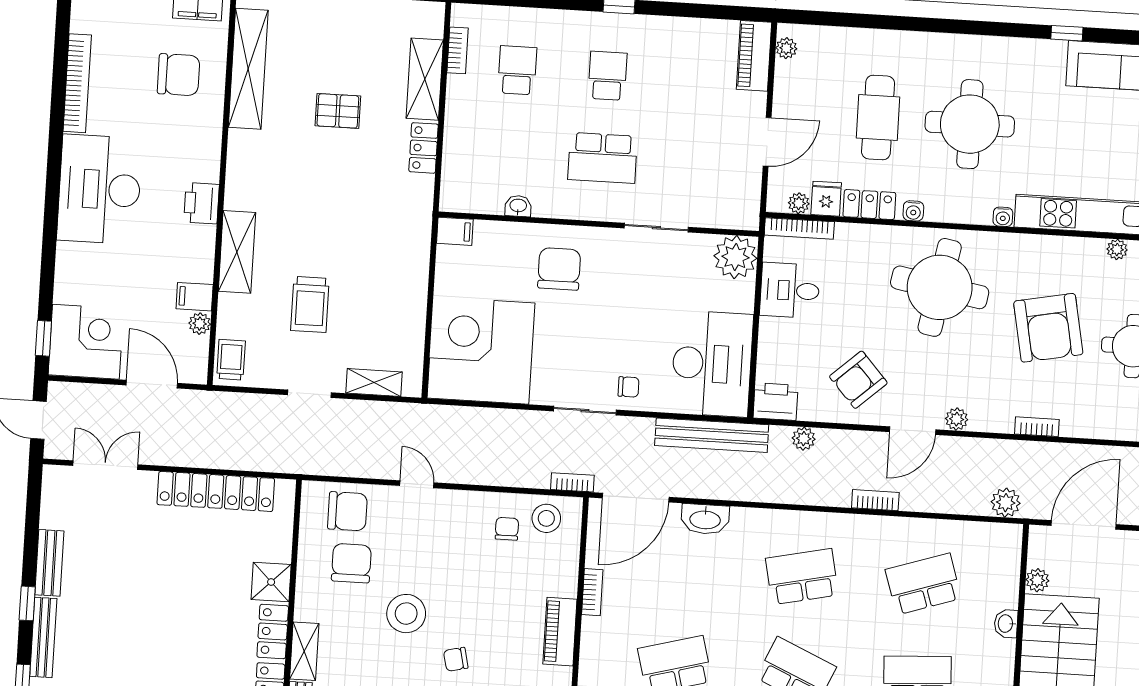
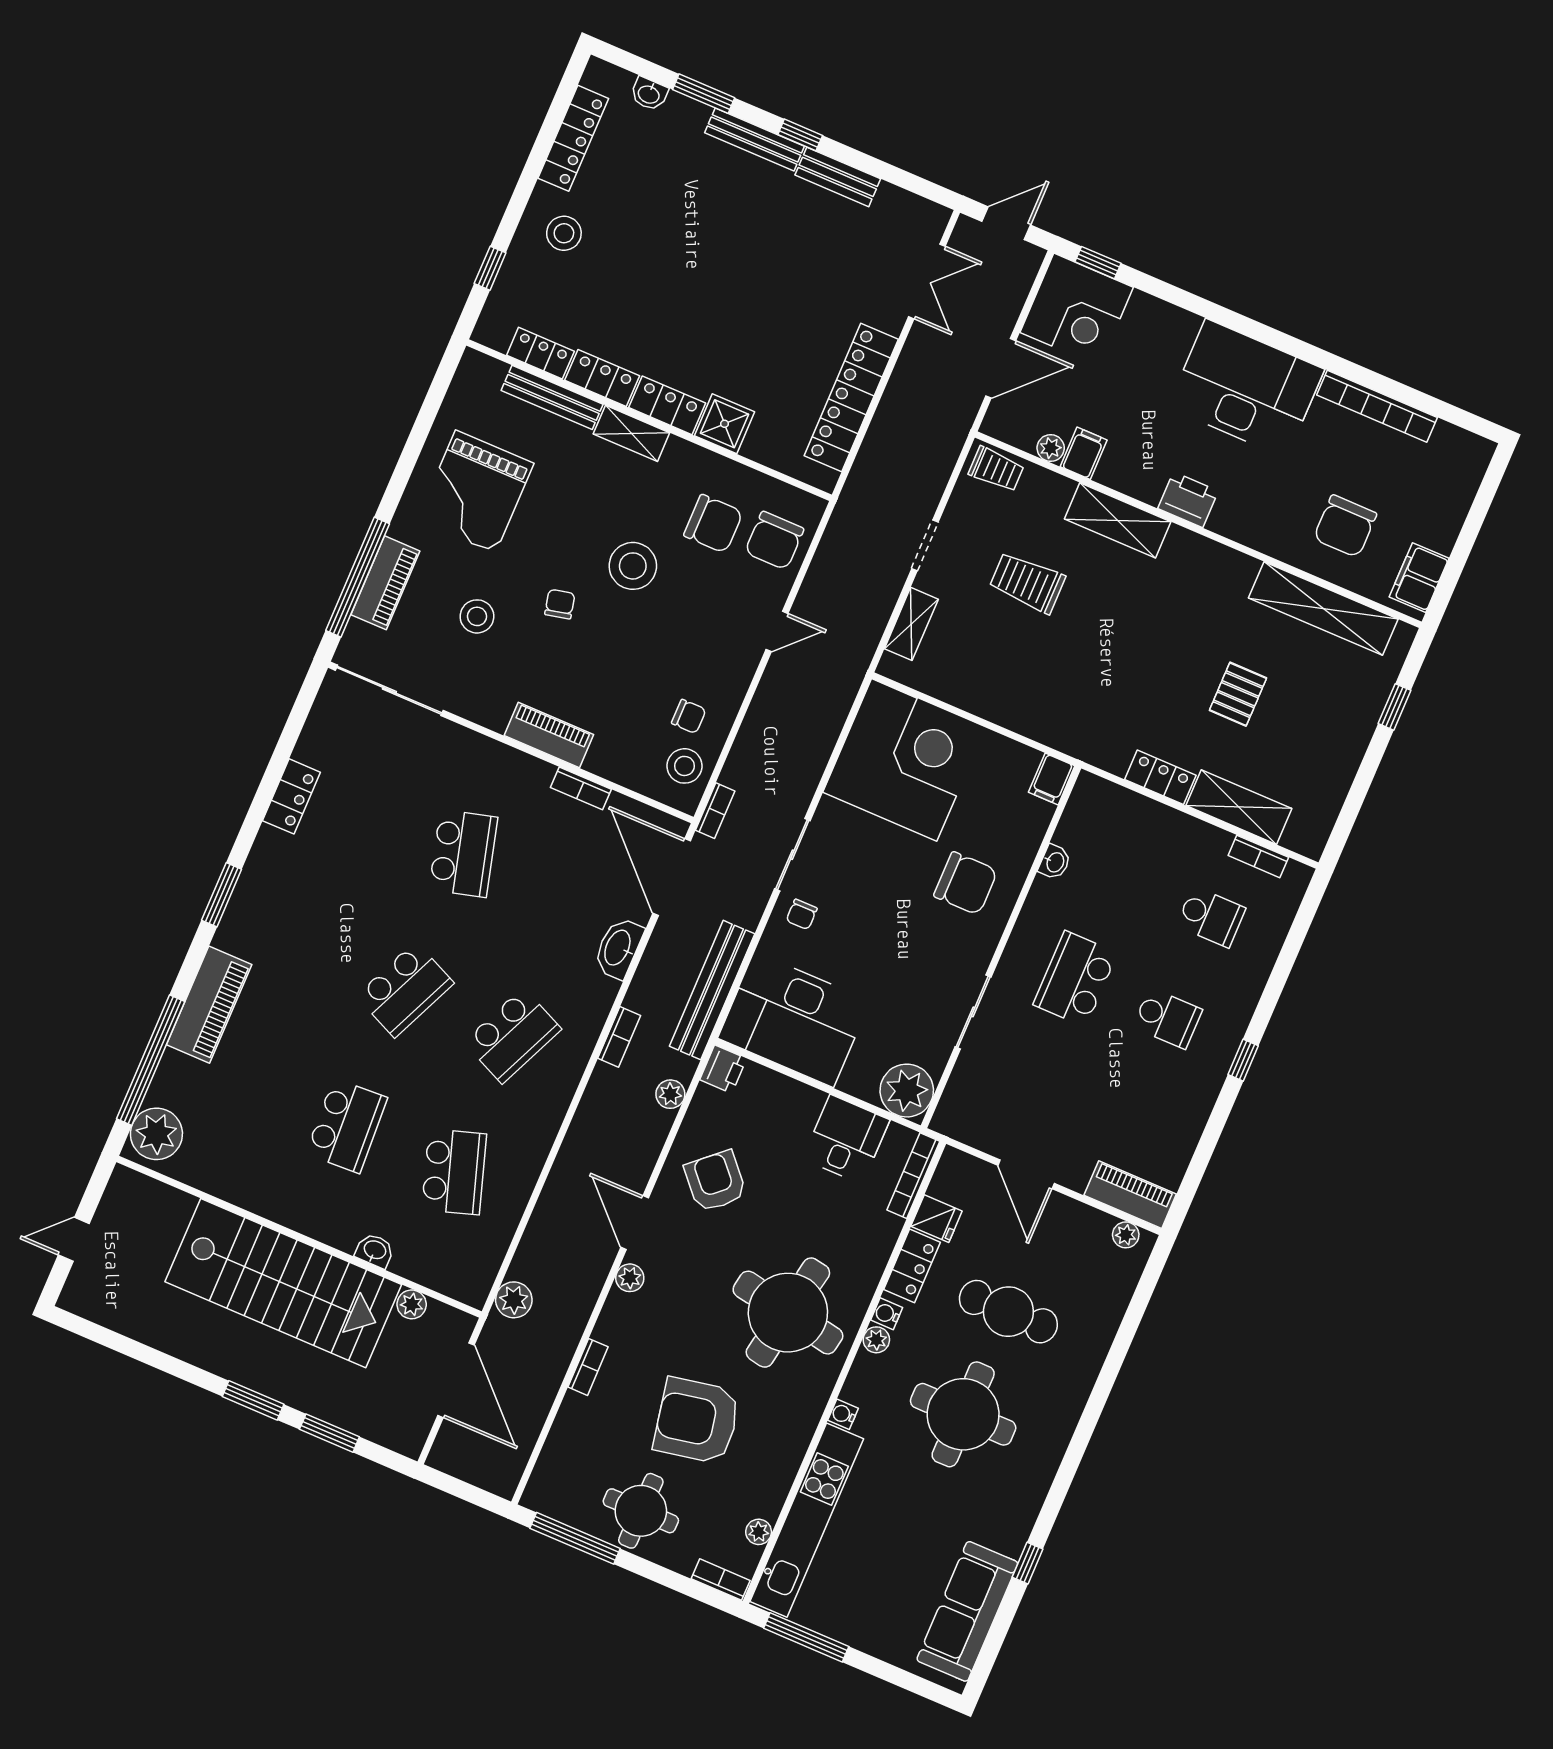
plant: (799, 203) -> (876, 1340), moved
printer: (776, 402) -> (723, 1069), width x0.73, depth x0.81
bookcase: (875, 500) -> (619, 1037), moved
school desk: (802, 577) -> (513, 1036), turned 36

